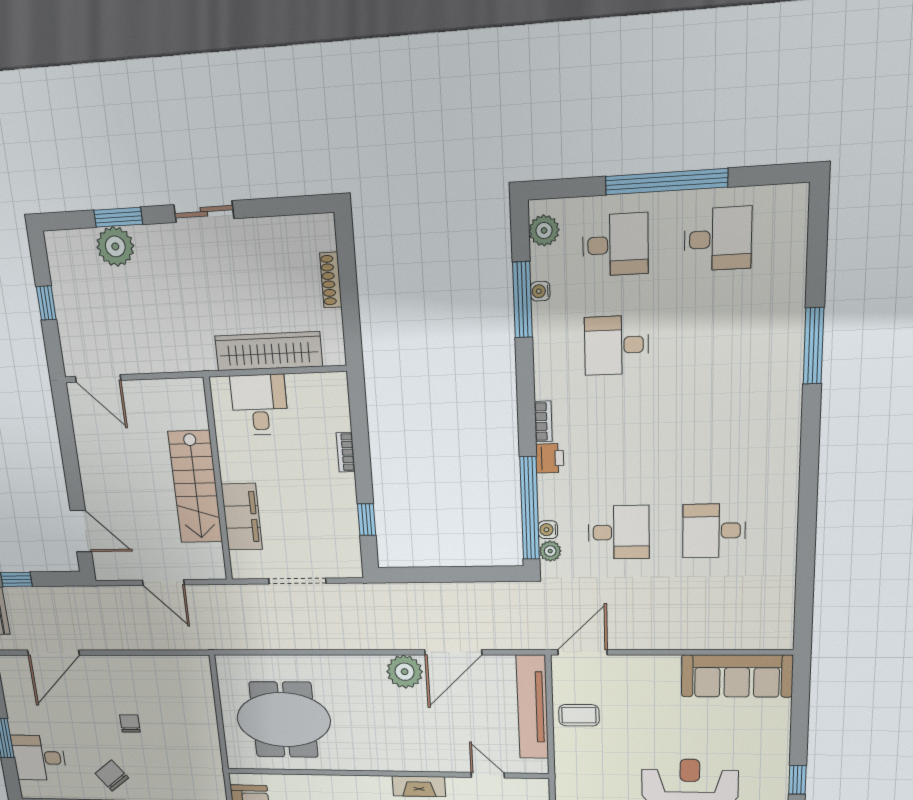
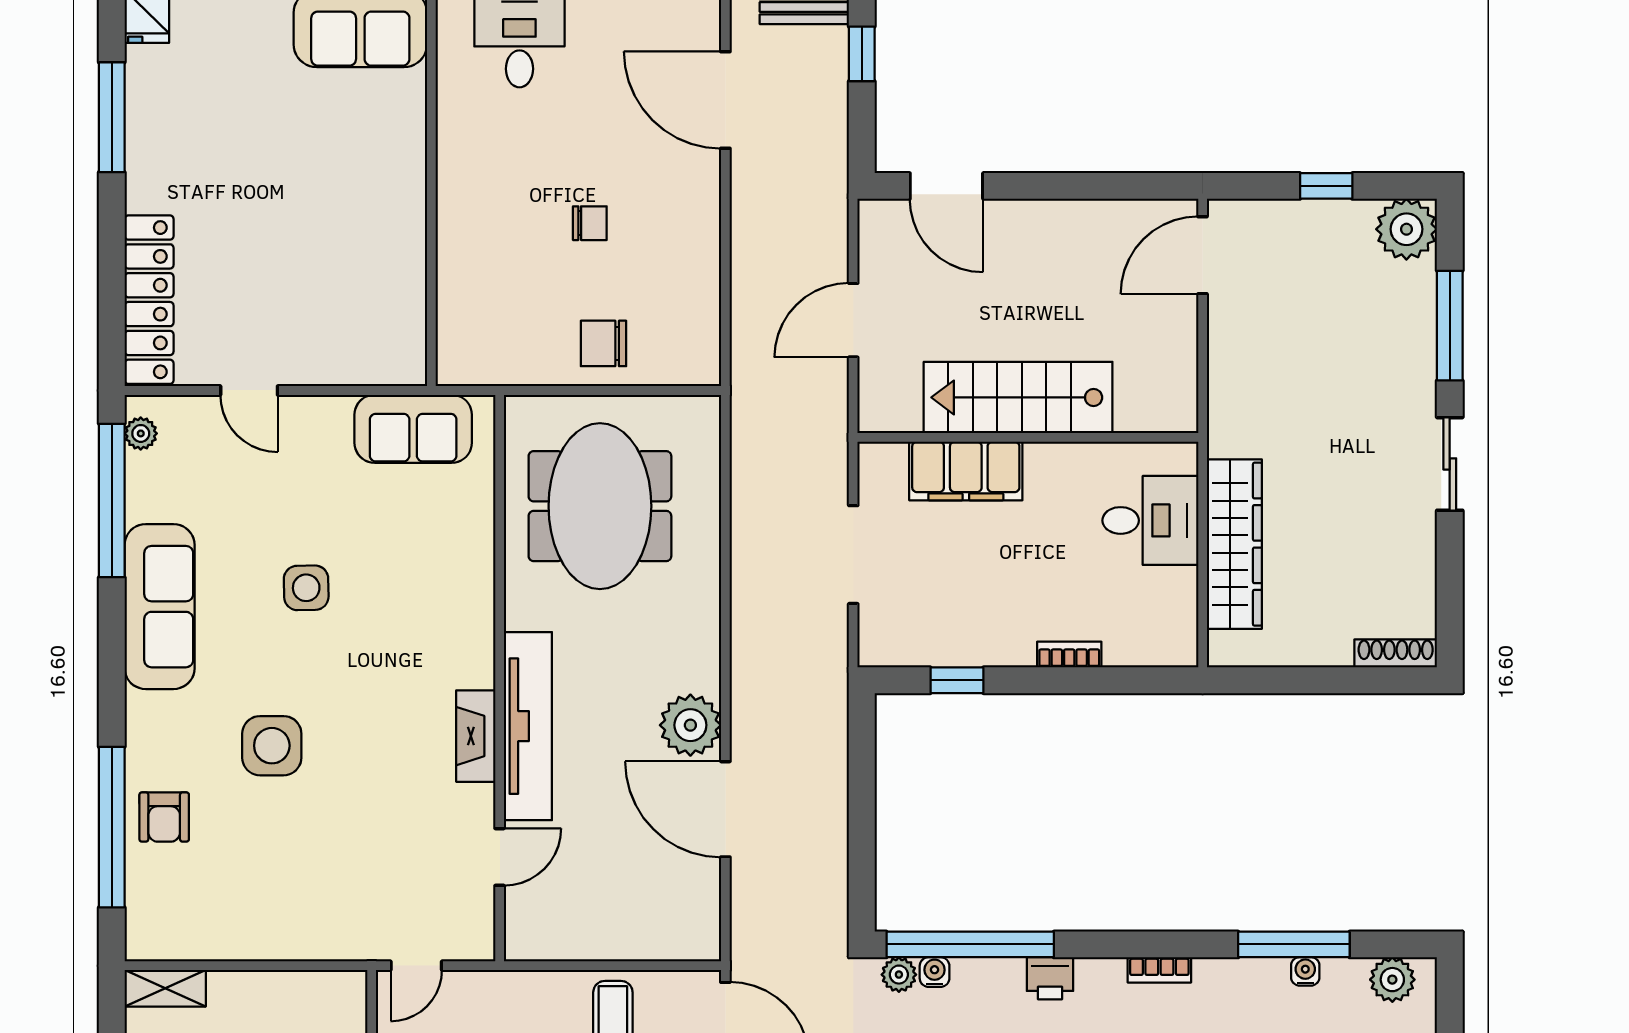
window: (118, 217) -> (1450, 326), width x1.44
plant: (115, 246) -> (1406, 229), moved
shoe rack: (331, 280) -> (1396, 653), moved
bookcase: (543, 421) -> (1159, 970), moved
door: (81, 531) -> (946, 186), hinge flipped
tv unit: (532, 707) -> (528, 726), moved, turned 90
chair: (112, 776) -> (604, 343), moved, turned -142

